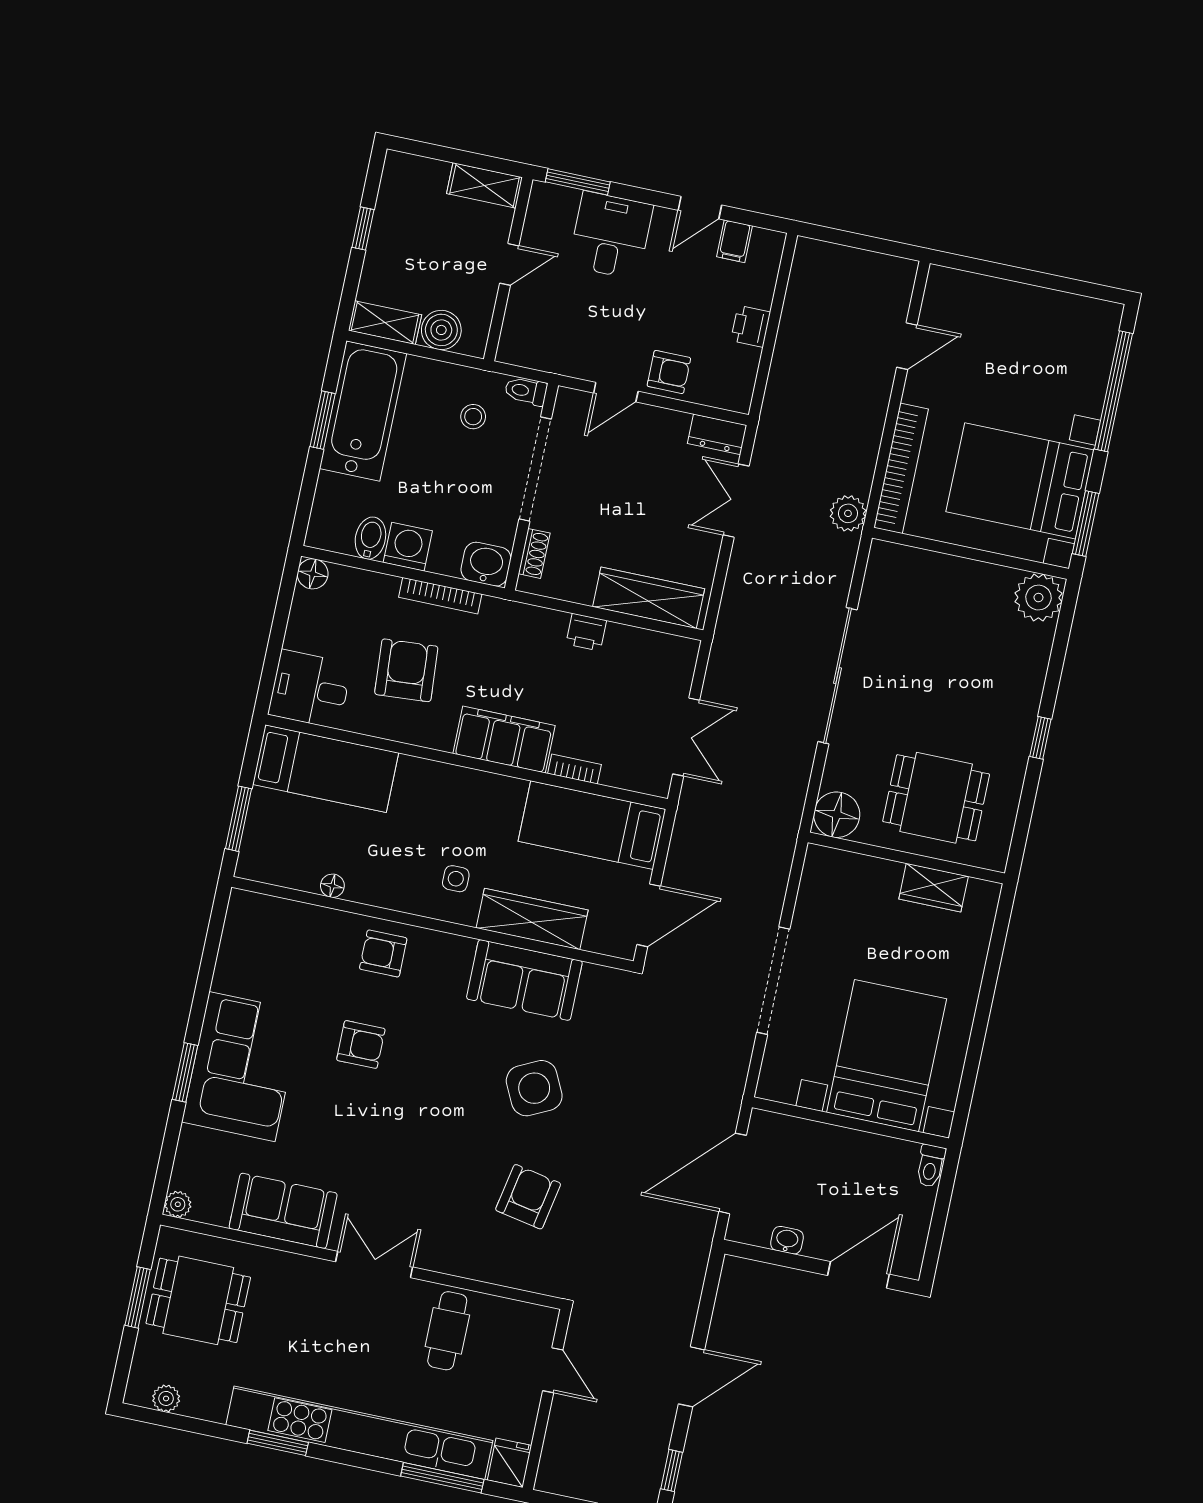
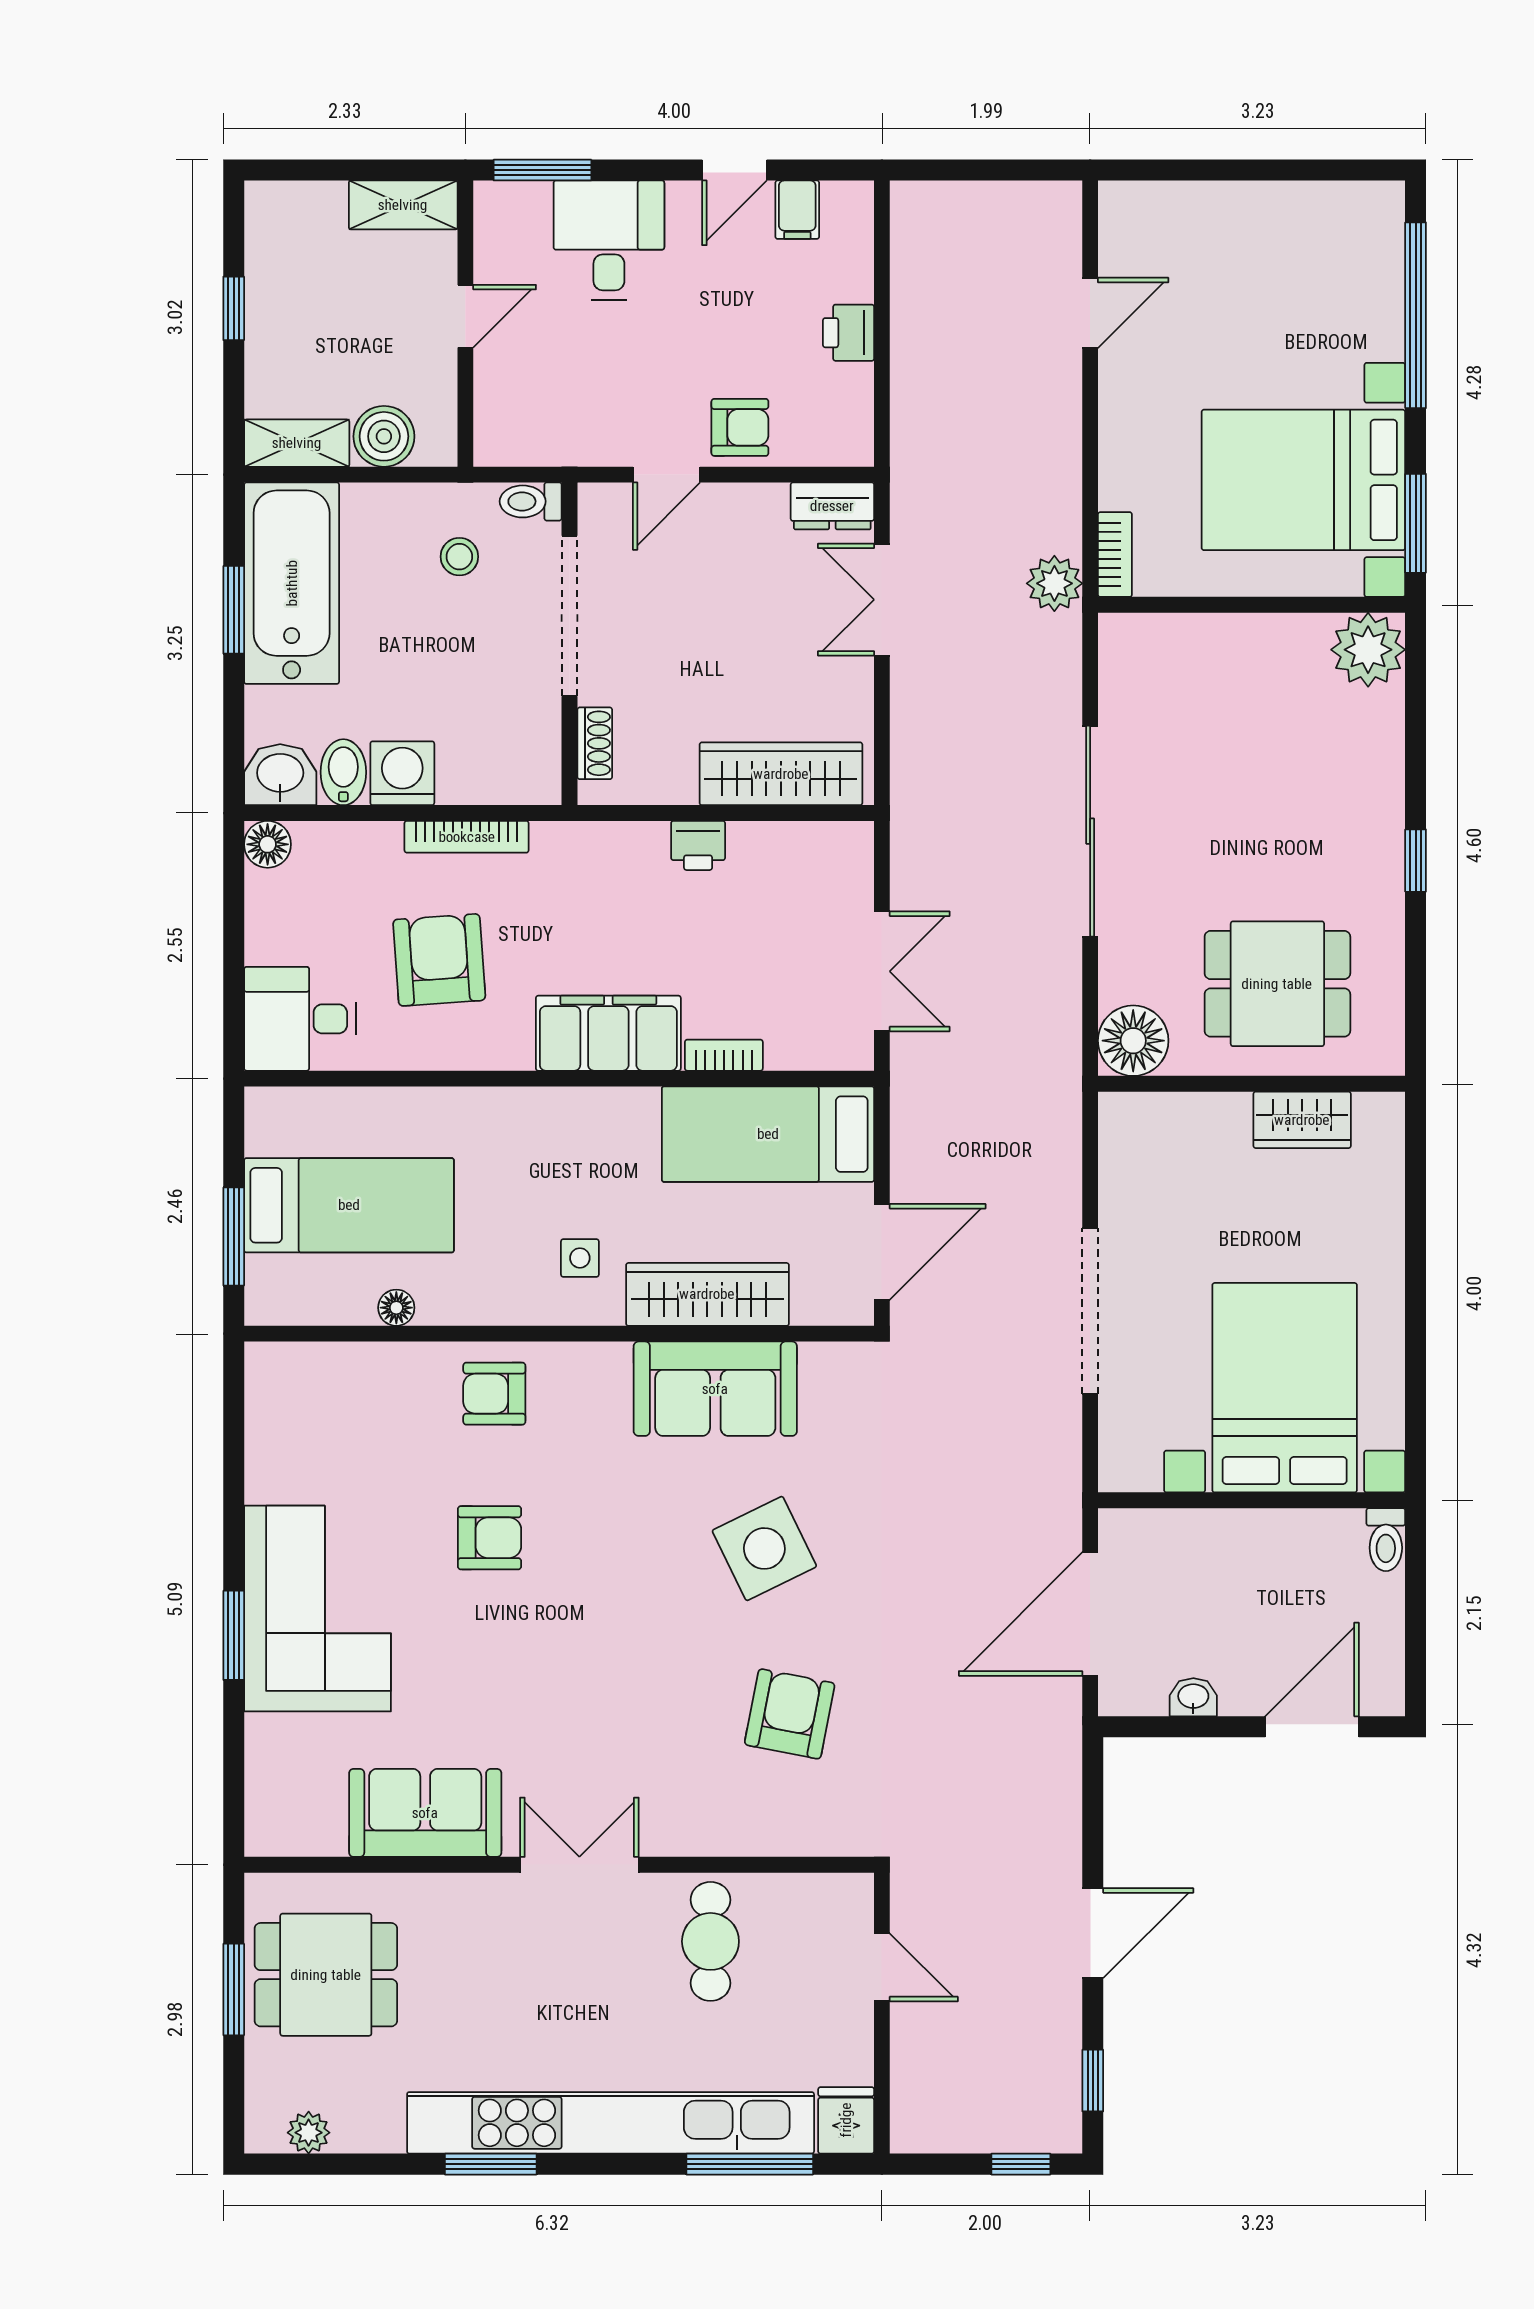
bookcase: (901, 468) -> (1115, 555), width x0.43, depth x0.76
washbasin: (486, 564) -> (280, 775), moved
bed: (326, 769) -> (349, 1205), moved
plant: (178, 1204) -> (265, 1836), removed

